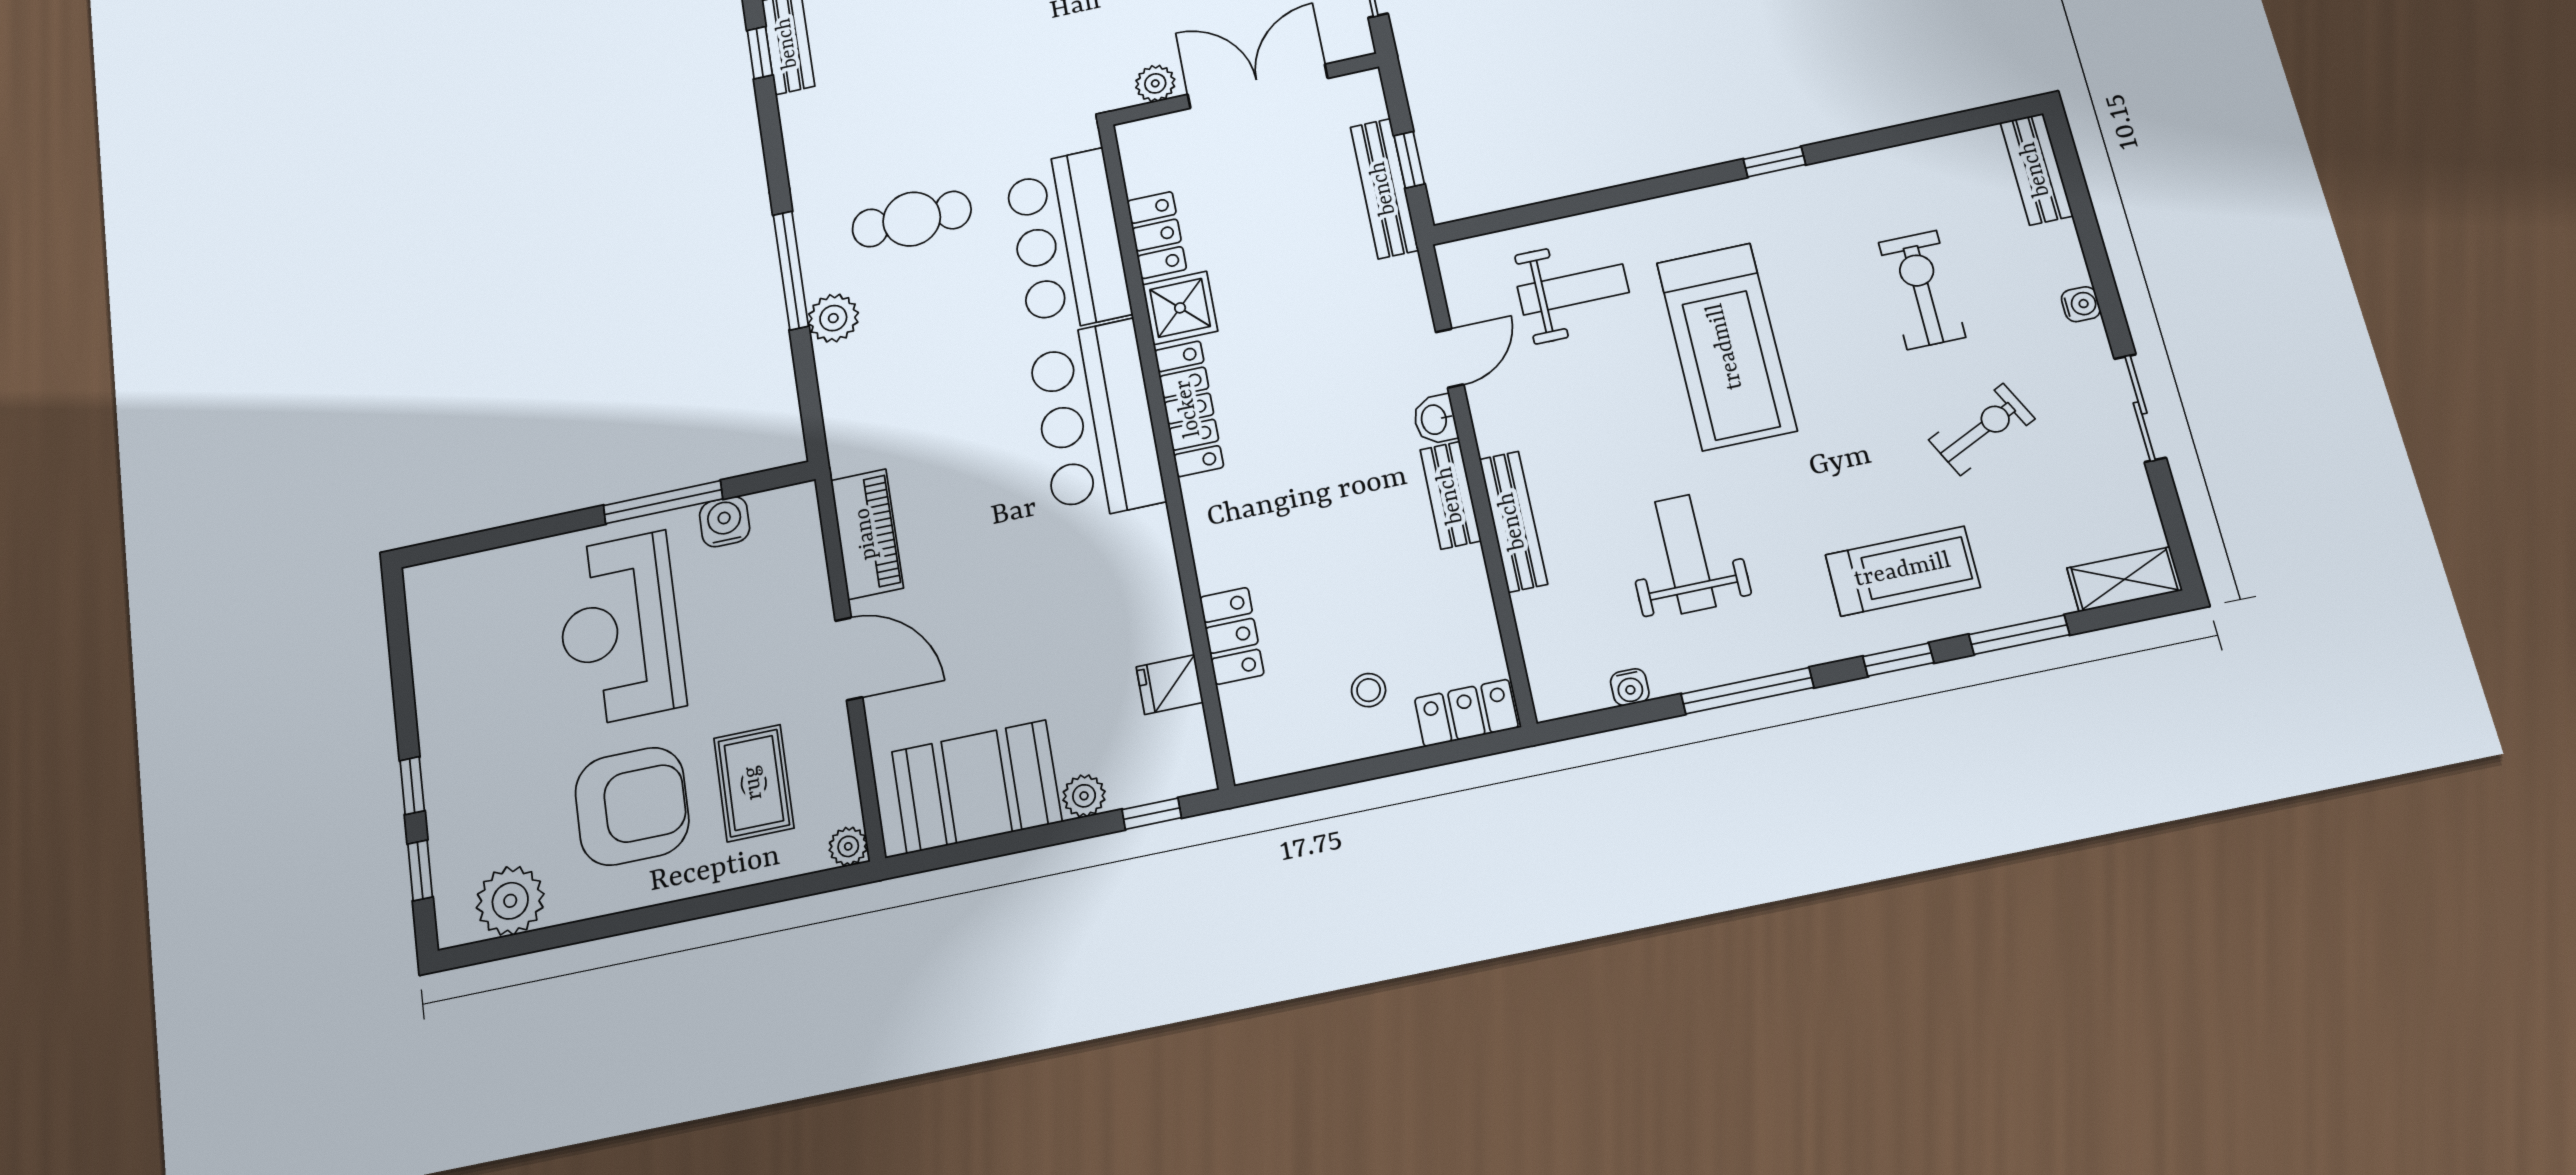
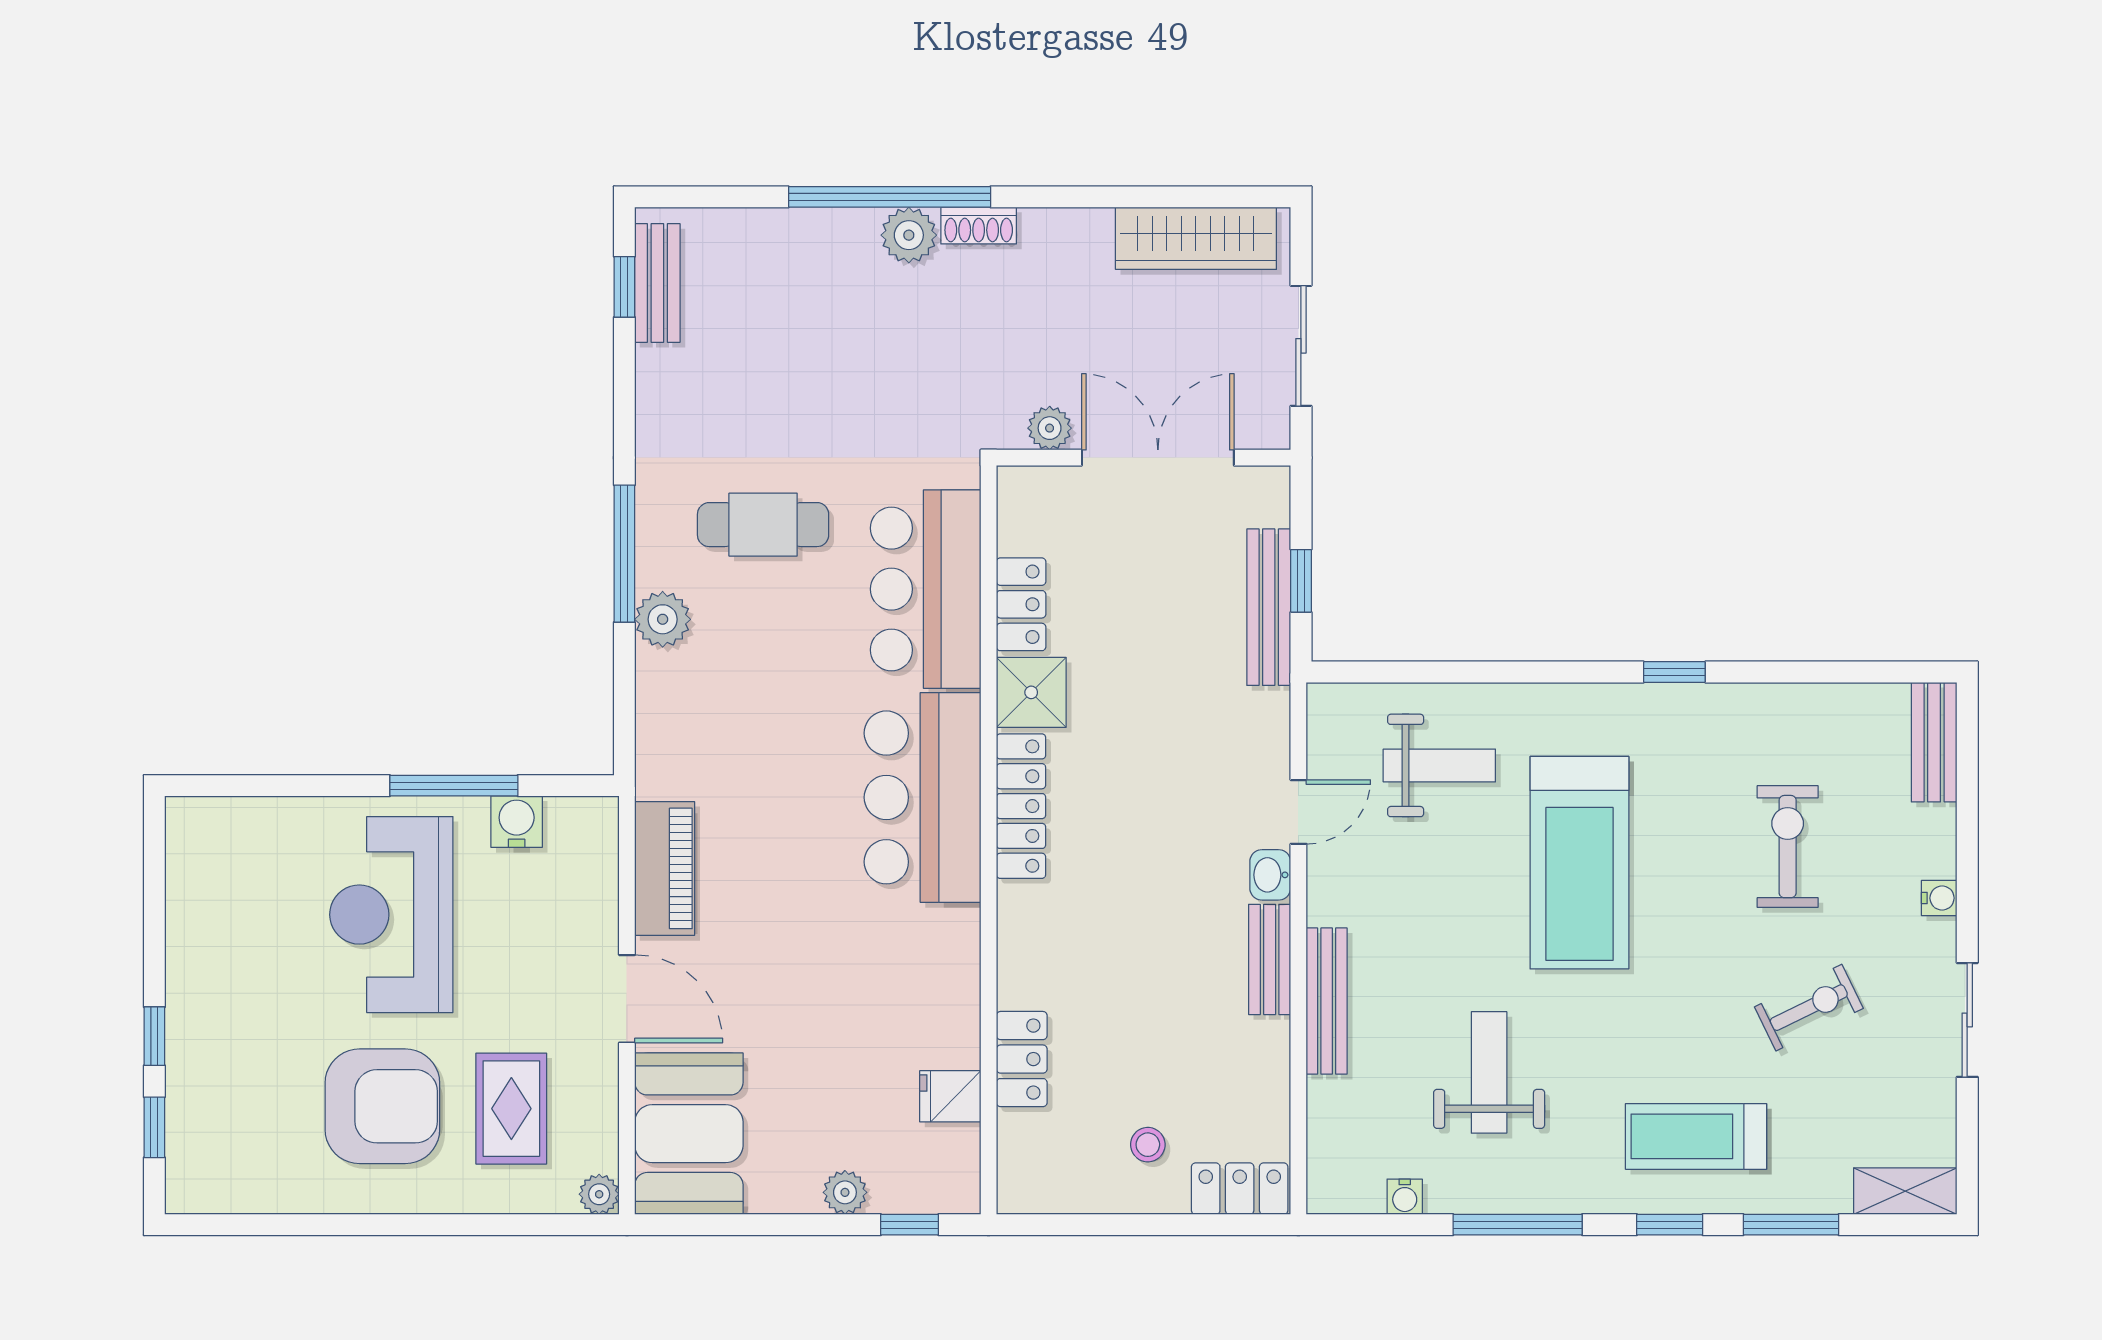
treadmill: (1903, 571) -> (1696, 1136), turned 180
booth: (977, 787) -> (689, 1134), moved, turned 90
plant: (510, 901) -> (245, 1178), removed

